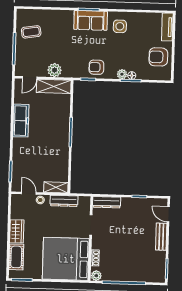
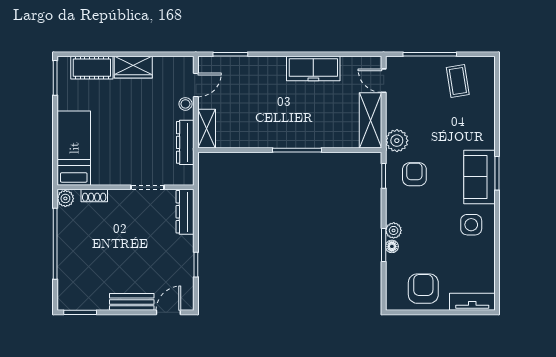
armchair: (96, 67) -> (414, 174), moved
plant: (55, 70) -> (397, 141), moved
bed: (66, 259) -> (74, 148), width x0.49

